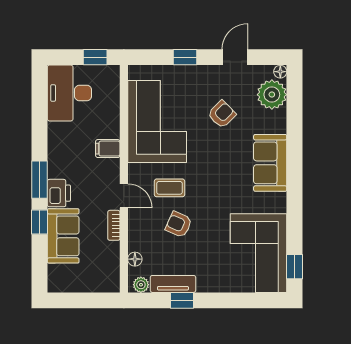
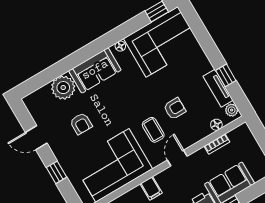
floor lamp: (280, 72) -> (120, 46), moved
plant: (272, 95) -> (63, 88), moved
armchair: (222, 114) -> (81, 124), turned -135
armchair: (179, 224) -> (175, 109), turned -114
bookcase: (114, 225) -> (217, 144), moved

